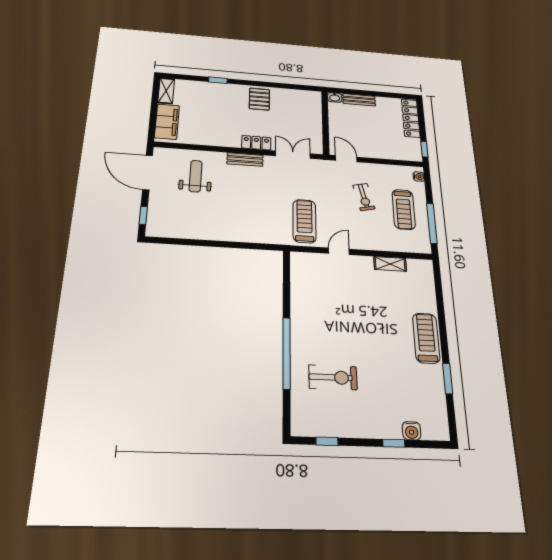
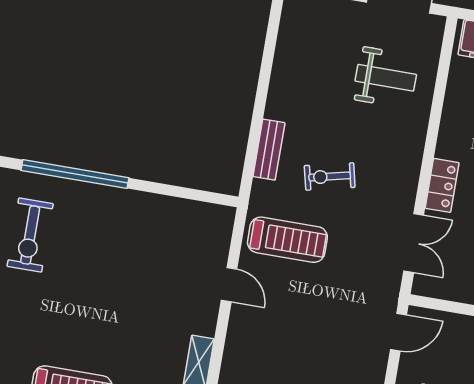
bench: (245, 160) -> (269, 150), moved
exercise bike: (364, 197) -> (330, 176), moved

